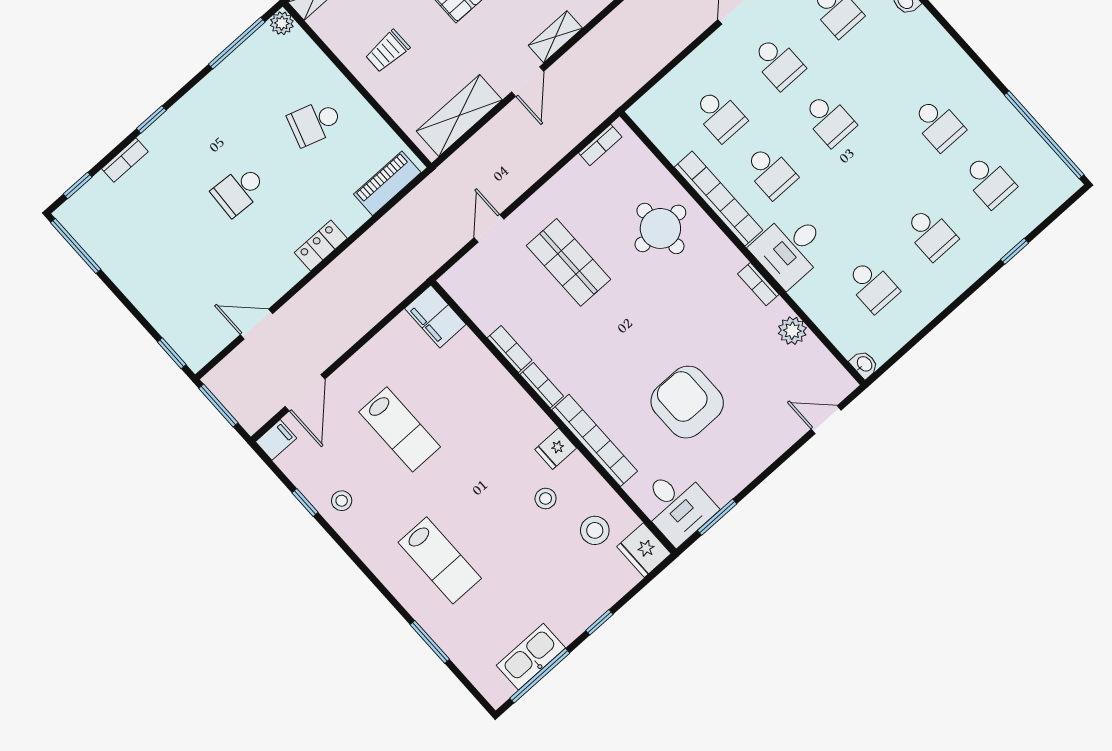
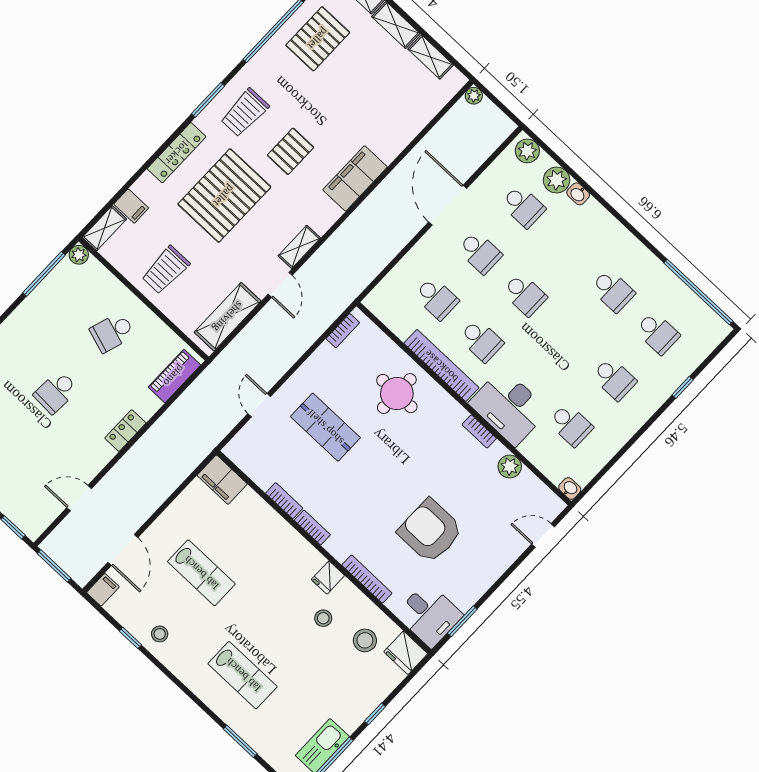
trolley: (387, 51) -> (166, 270), width x1.36, depth x1.39
desk: (790, 249) -> (509, 407), width x1.37
bookcase: (595, 440) -> (367, 579), width x0.68, depth x0.76

